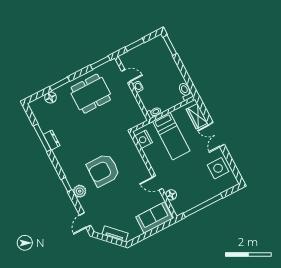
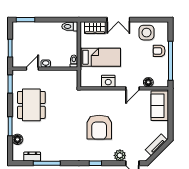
nightstand: (144, 139) -> (108, 81), moved
dresser: (52, 140) -> (32, 157), moved
armchair: (207, 190) -> (159, 51), added
plant: (80, 191) -> (120, 155), moved

